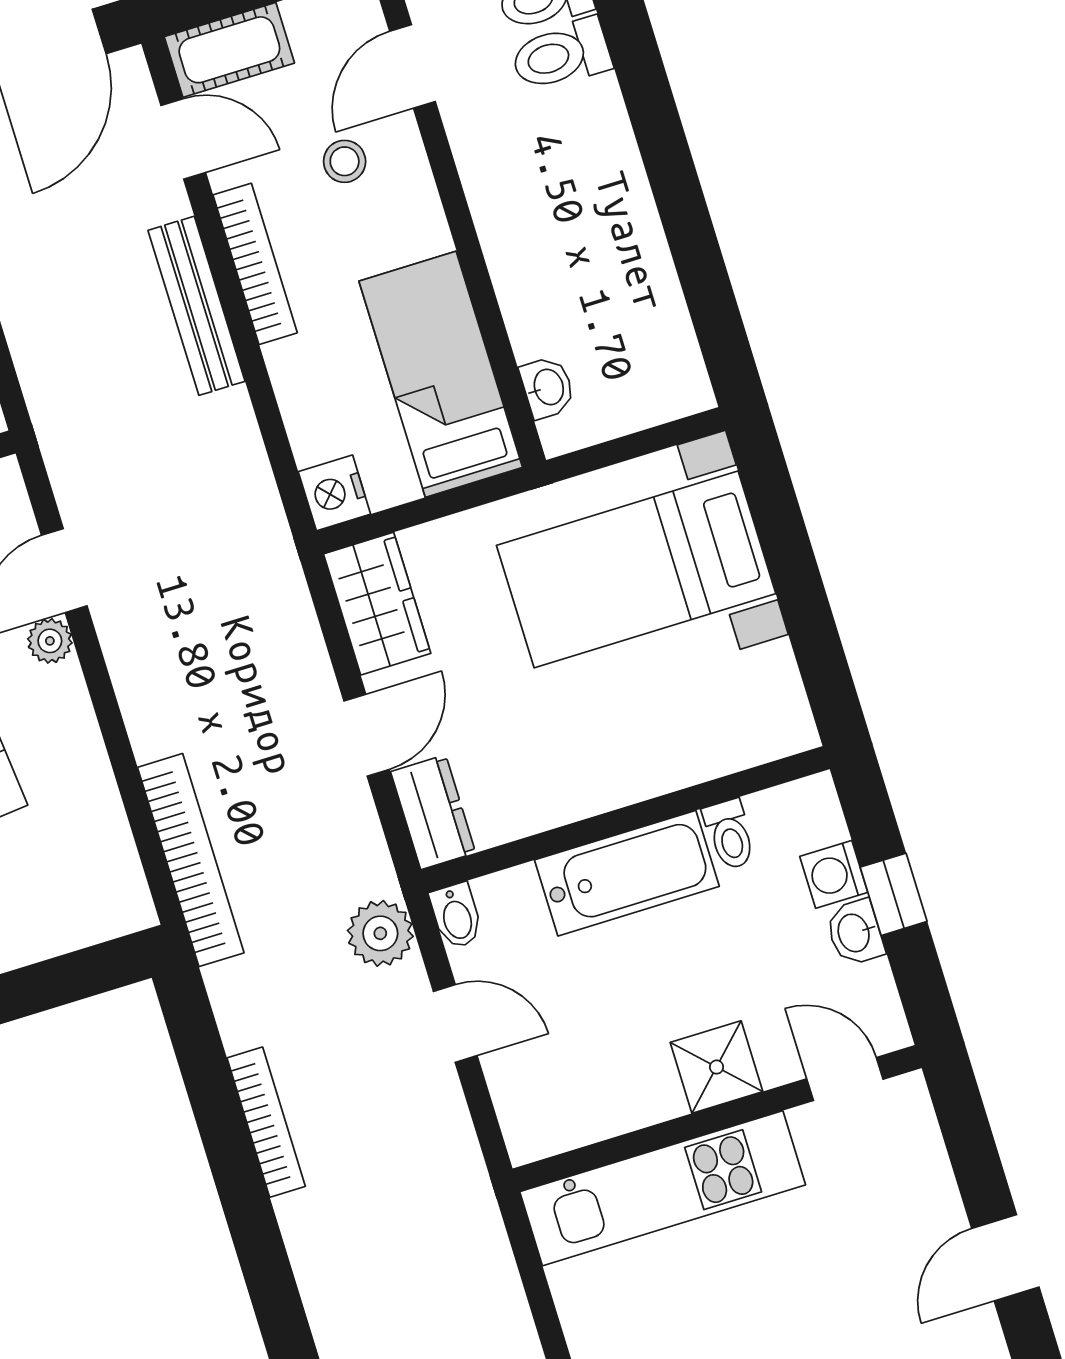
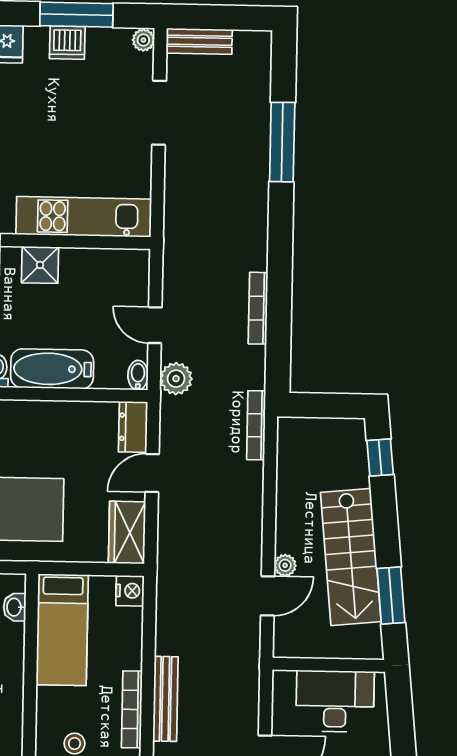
bookcase: (191, 860) -> (256, 425), width x0.68, depth x0.76

